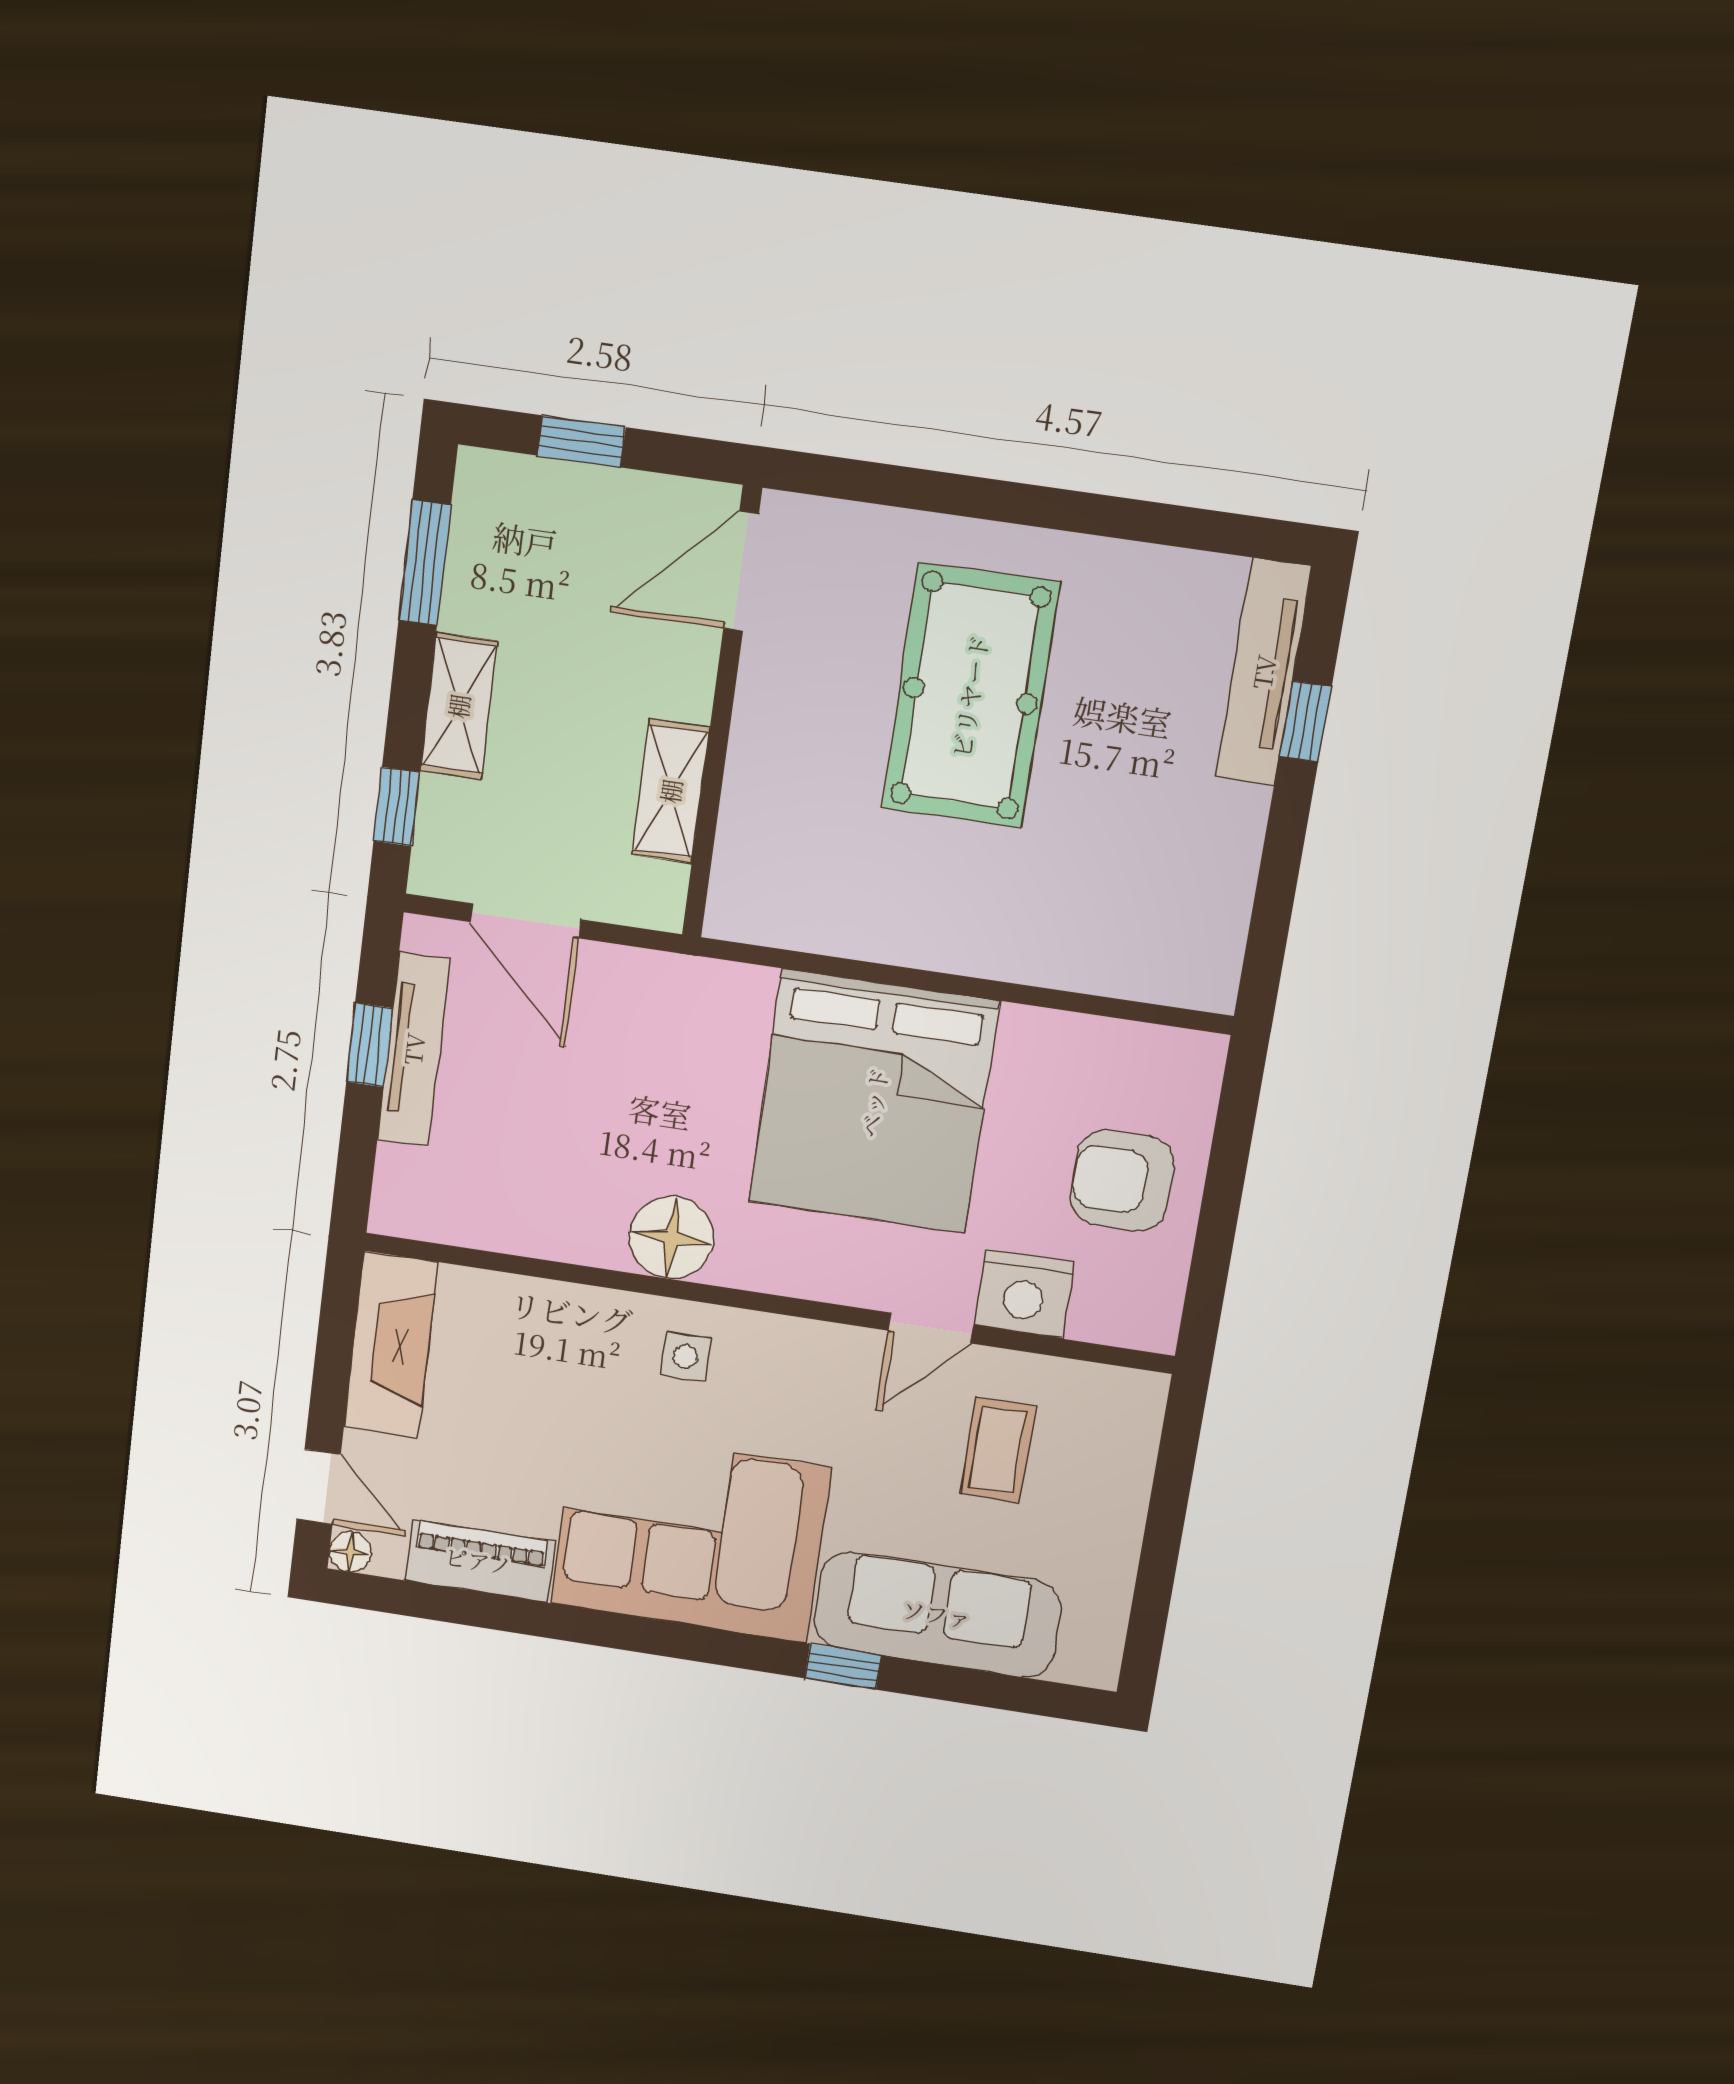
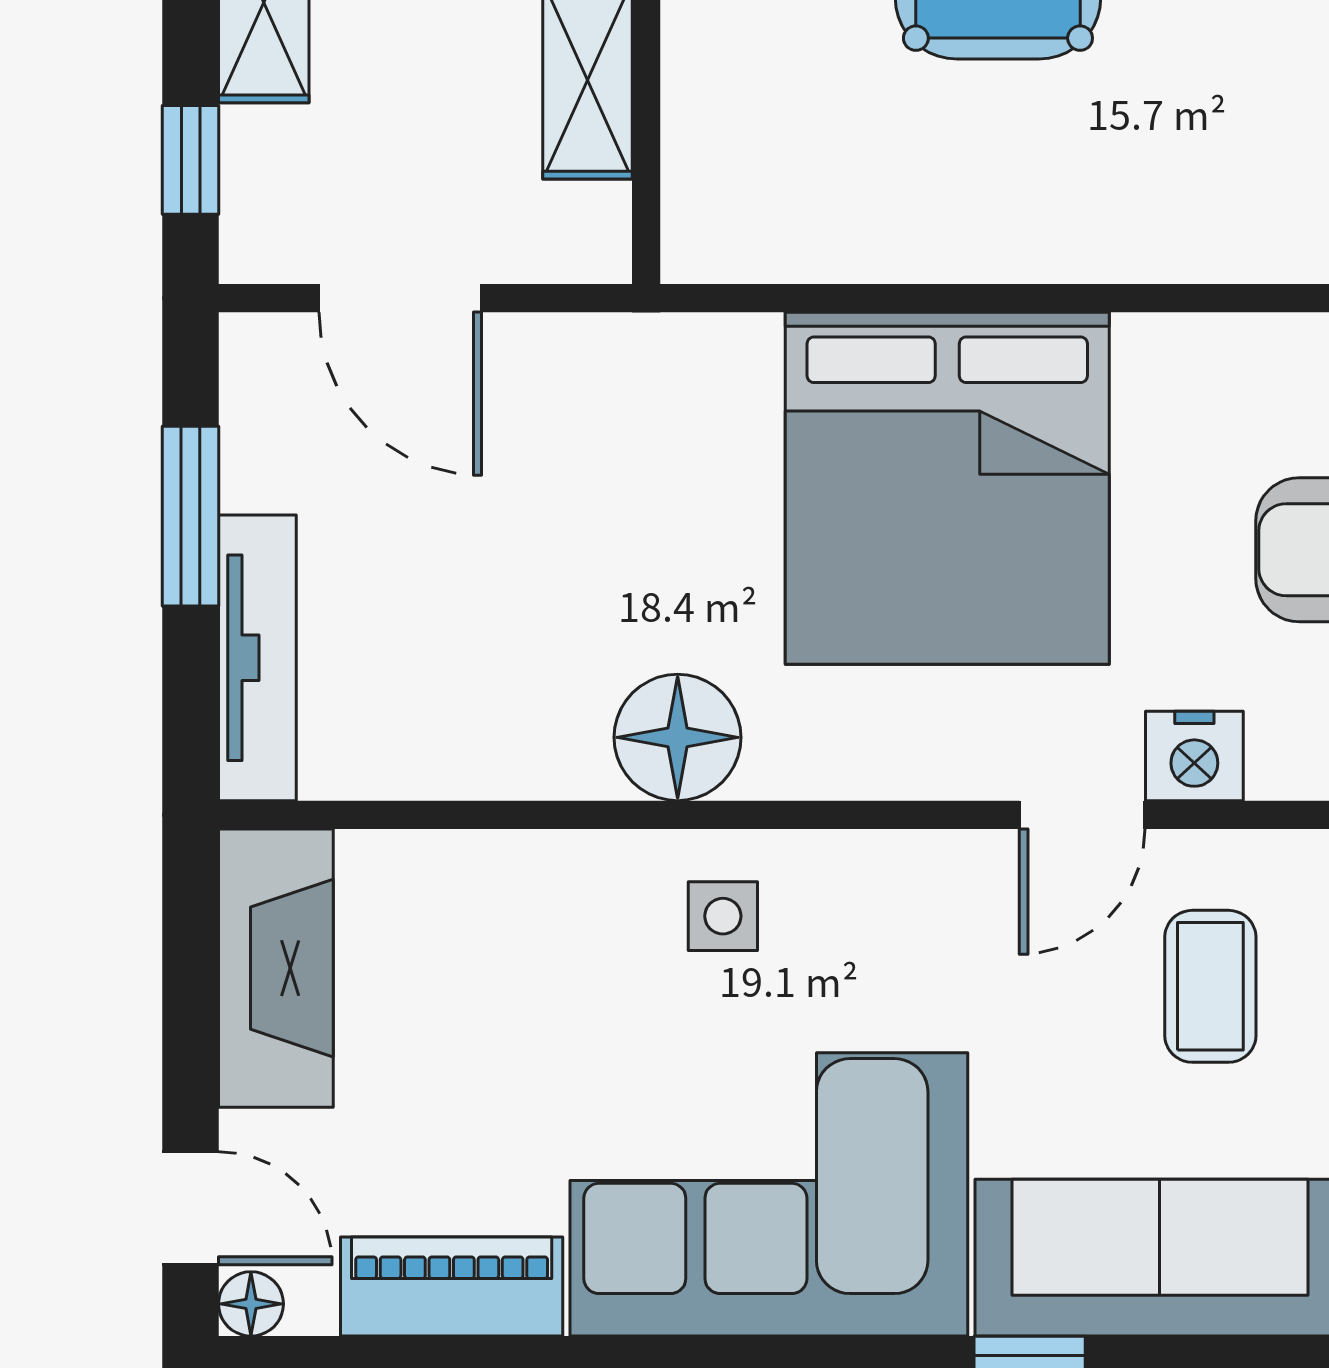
window: (369, 1045) -> (190, 516), width x1.50
tv unit: (414, 1049) -> (257, 658), moved
nightstand: (1024, 1294) -> (1194, 756), width x0.74, depth x0.75

